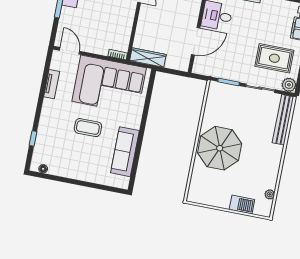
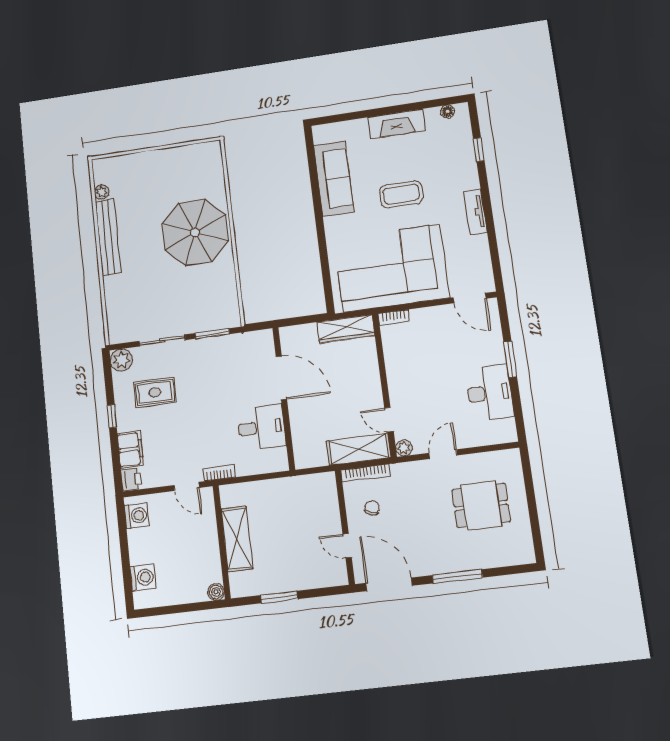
door: (196, 41) -> (281, 378), swing flipped
rug: (274, 58) -> (155, 392), width x0.73, depth x0.70
tv unit: (52, 84) -> (475, 212), moved
bench: (283, 120) -> (108, 237), moved
fireplace: (76, 172) -> (396, 124), added
barbecue: (242, 204) -> (138, 164), removed

